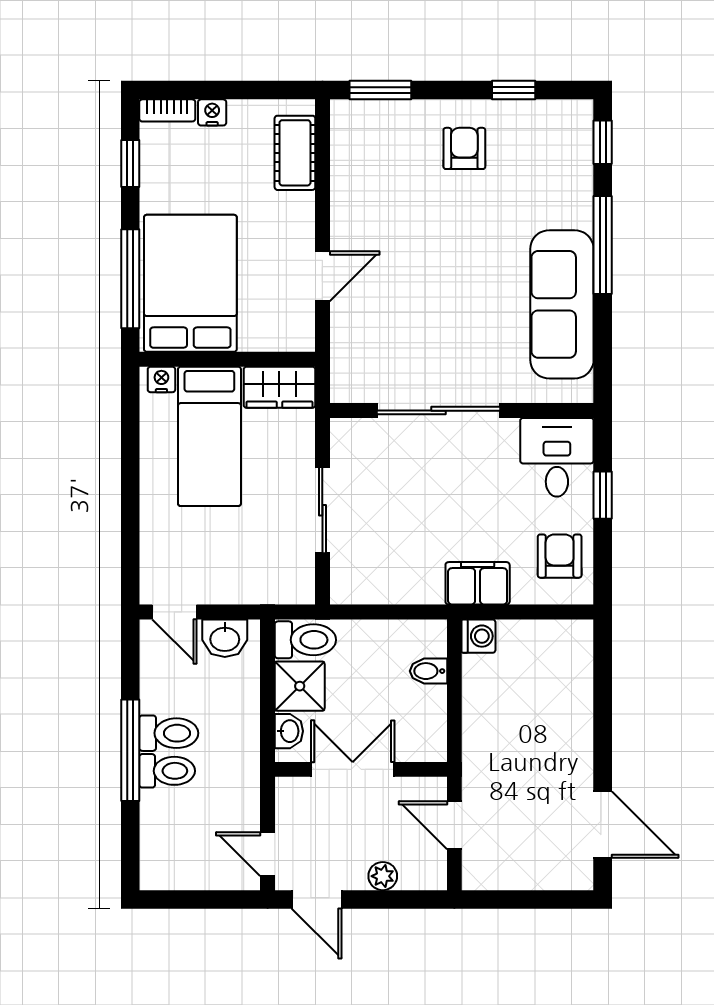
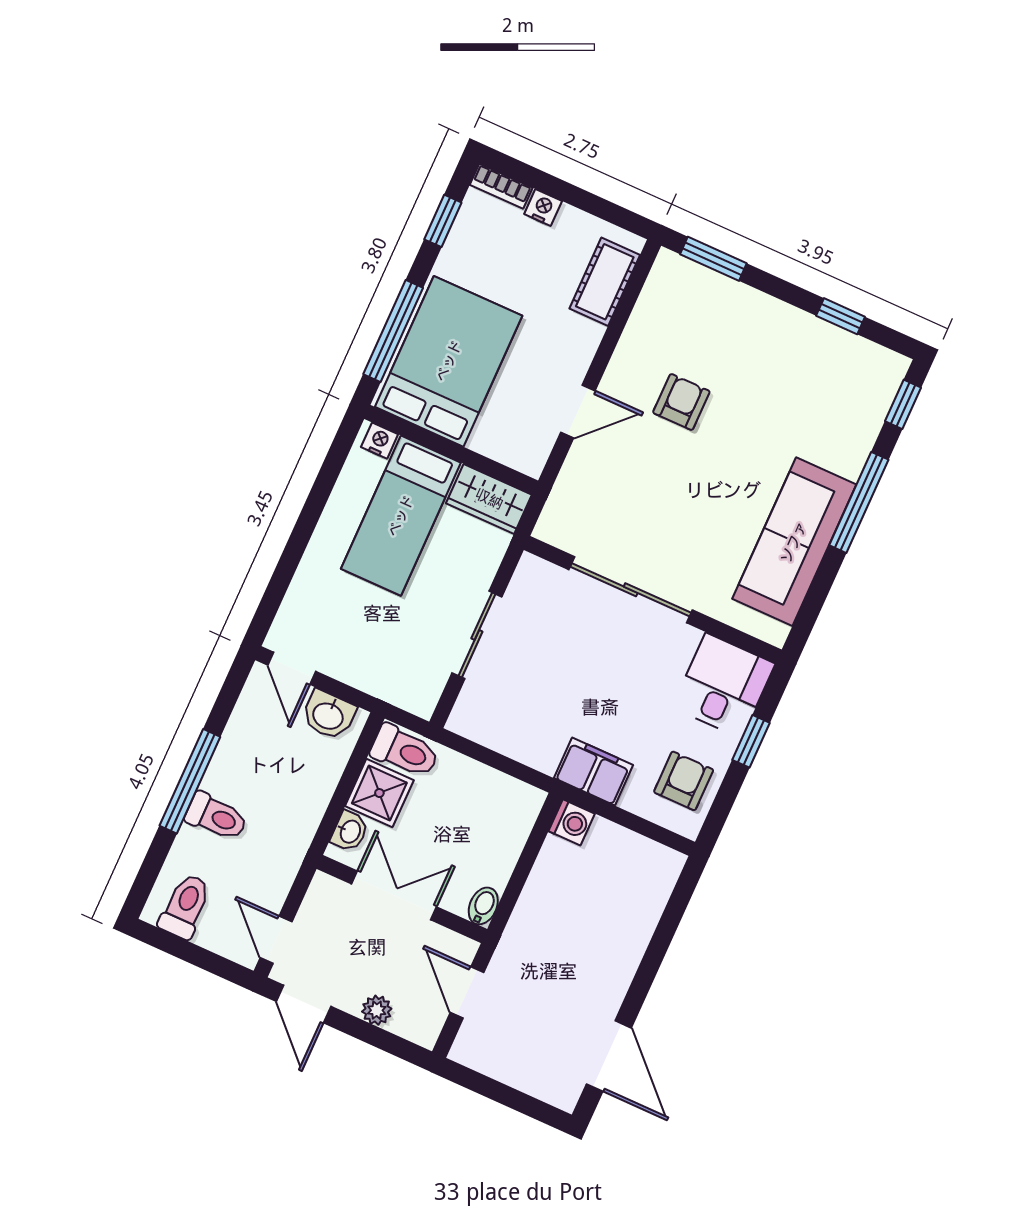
armchair: (464, 148) -> (681, 402), moved
bidet: (428, 671) -> (483, 906), moved, turned 90
toilet: (169, 733) -> (185, 906), moved, turned -90

